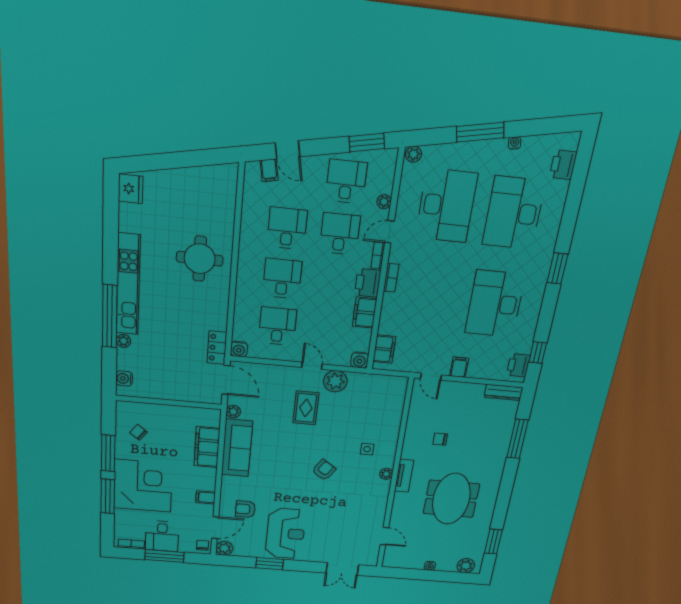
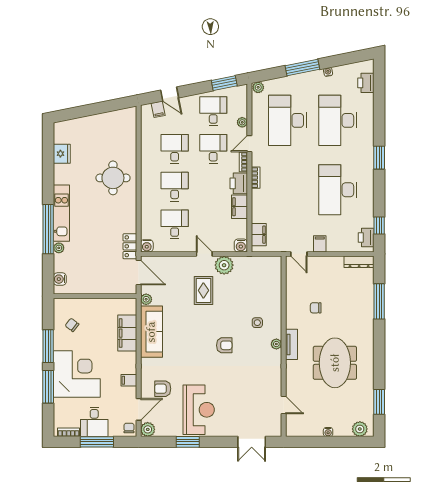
fridge: (131, 189) -> (62, 154), moved
desk: (446, 206) -> (288, 120), turned 180
kitchen unit: (128, 285) -> (61, 213), width x0.73
armchair: (324, 470) -> (224, 345), turned 56

